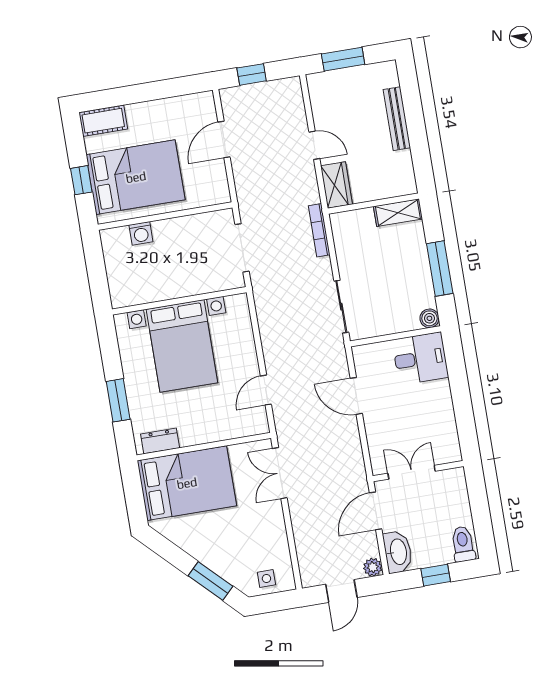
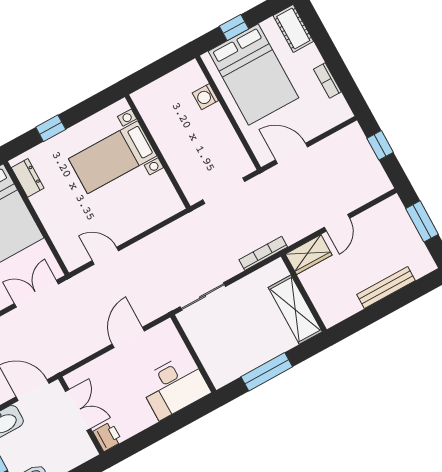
bookcase: (168, 105) -> (327, 81), added
door: (224, 140) -> (292, 153), moved
shelving: (398, 213) -> (295, 310), width x1.50, depth x1.33
boiler: (429, 318) -> (220, 378), removed
bed with nightstands: (182, 346) -> (113, 157), width x0.73
desk: (420, 358) -> (174, 386), width x1.37
window: (118, 400) -> (51, 128), width x0.67
printer: (449, 452) -> (107, 437), added

